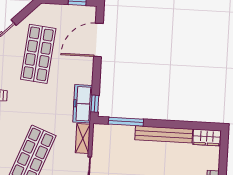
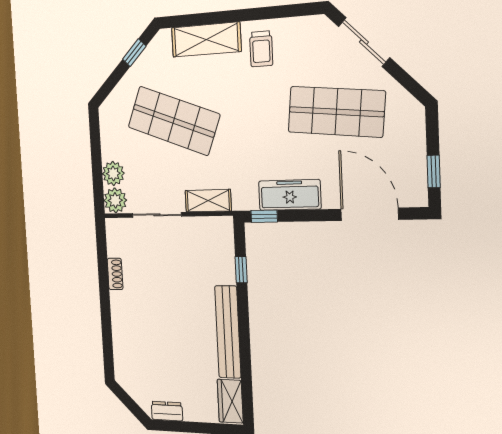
freezer: (83, 104) -> (290, 195), moved
window: (126, 122) -> (241, 270), width x0.46

